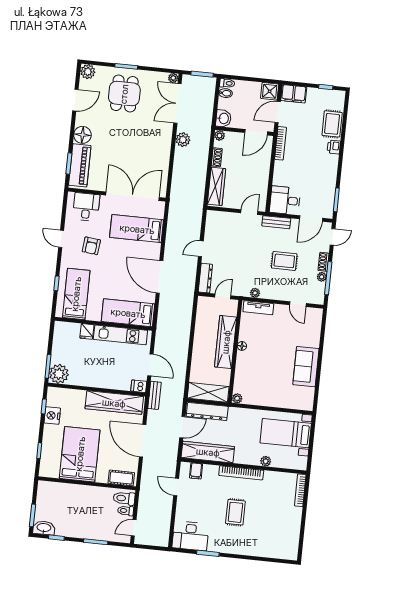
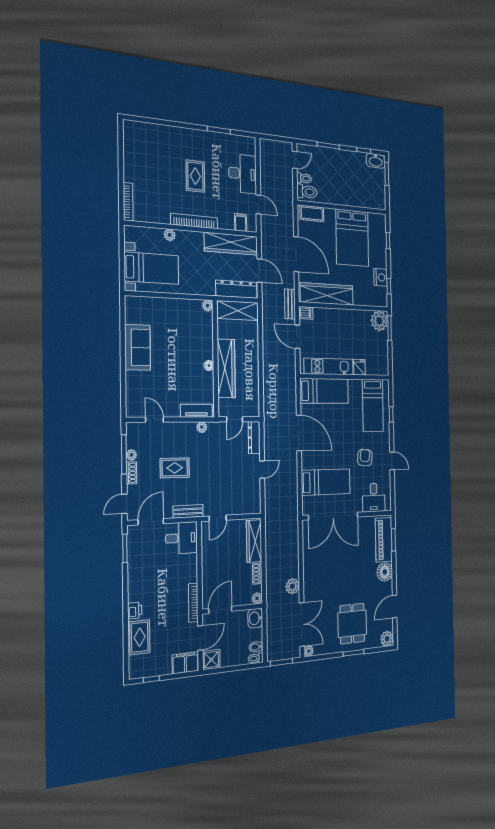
door: (182, 427) -> (259, 270), swing flipped
desk: (190, 536) -> (243, 174), moved, turned 90

